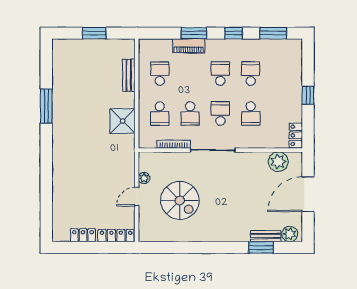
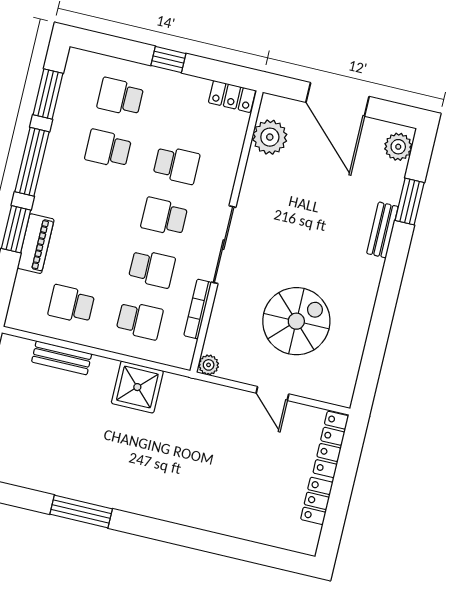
window: (234, 33) -> (32, 162), width x2.17
school desk: (220, 74) -> (120, 97), moved
plant: (144, 178) -> (209, 365), moved
bench: (266, 236) -> (382, 230), moved

